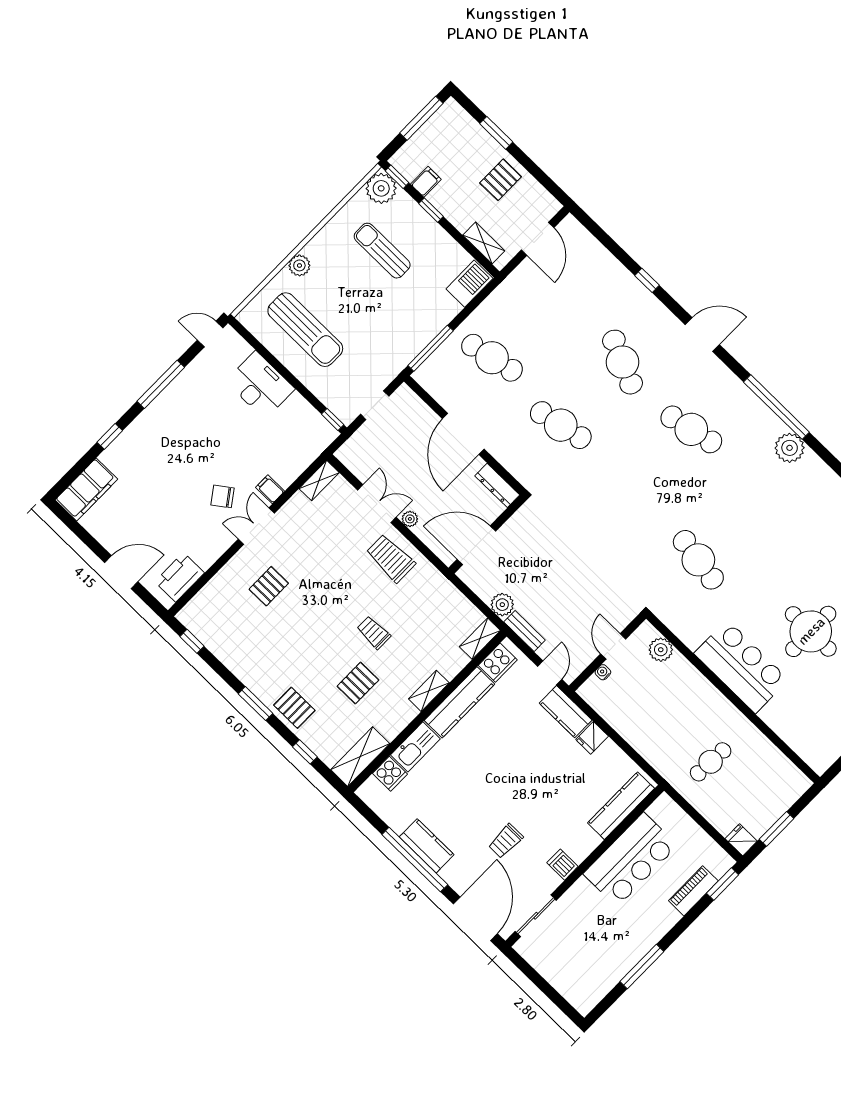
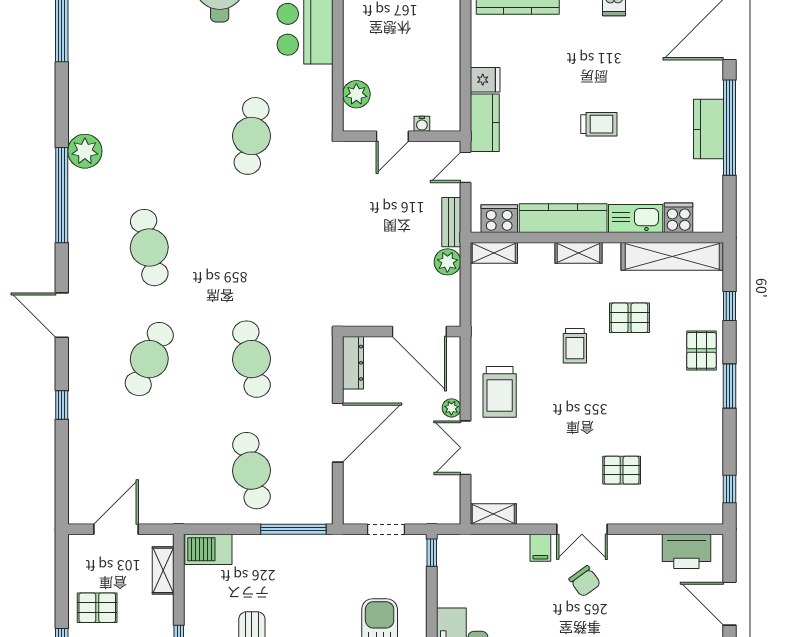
shelving: (360, 757) -> (672, 256), width x1.47
trolley: (506, 841) -> (599, 124), moved

